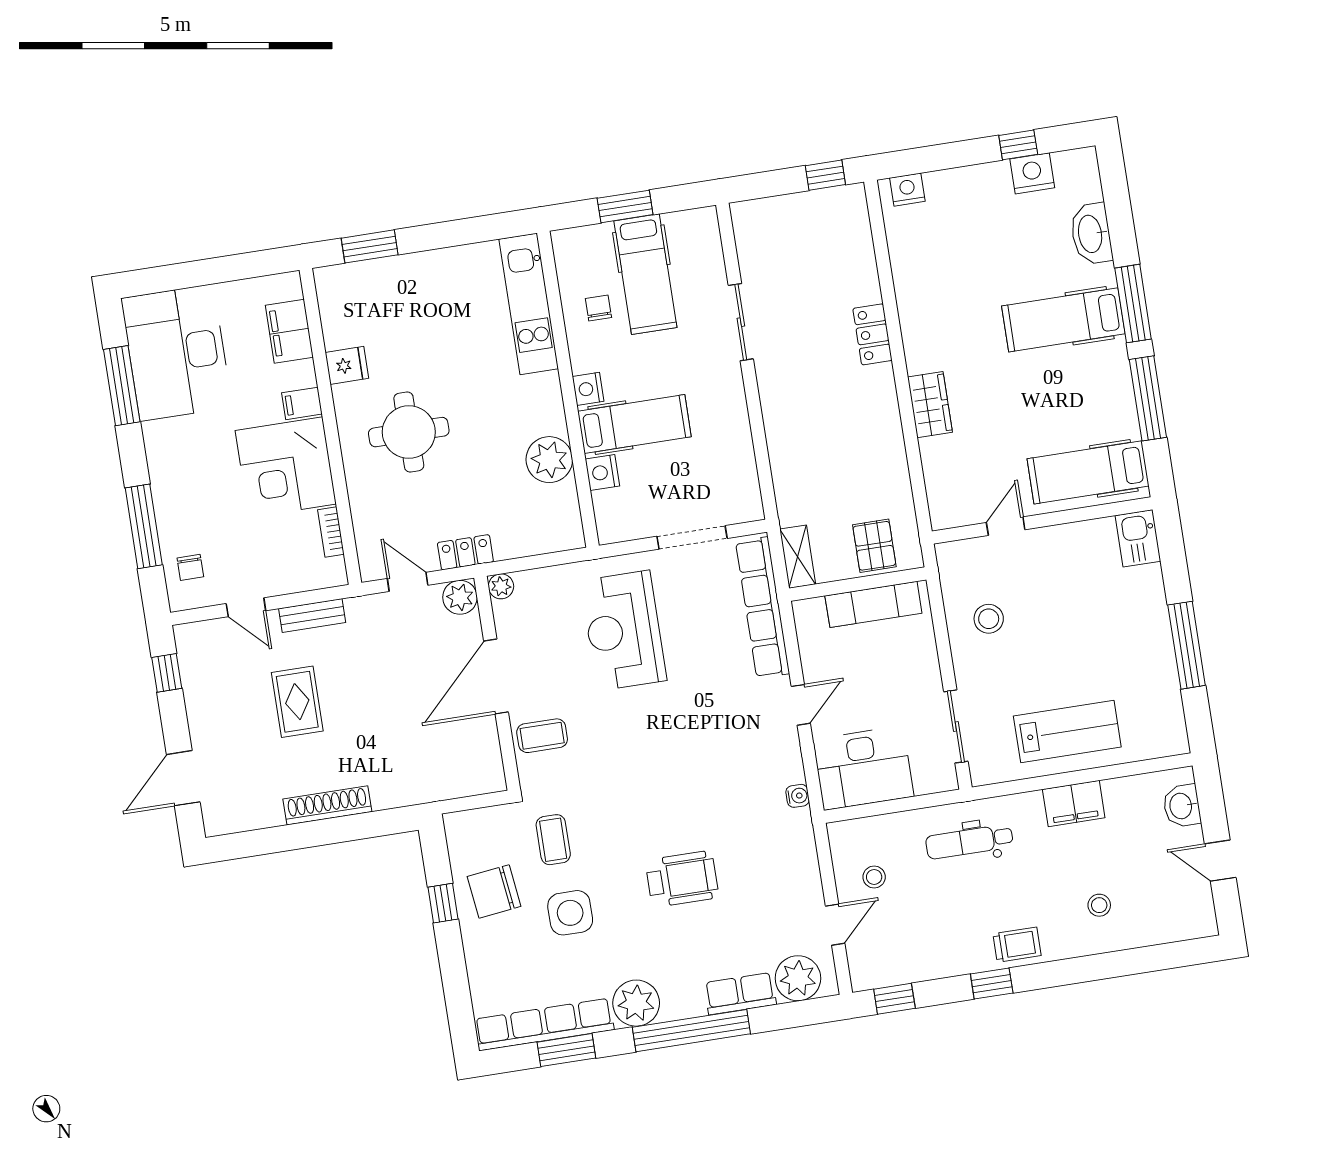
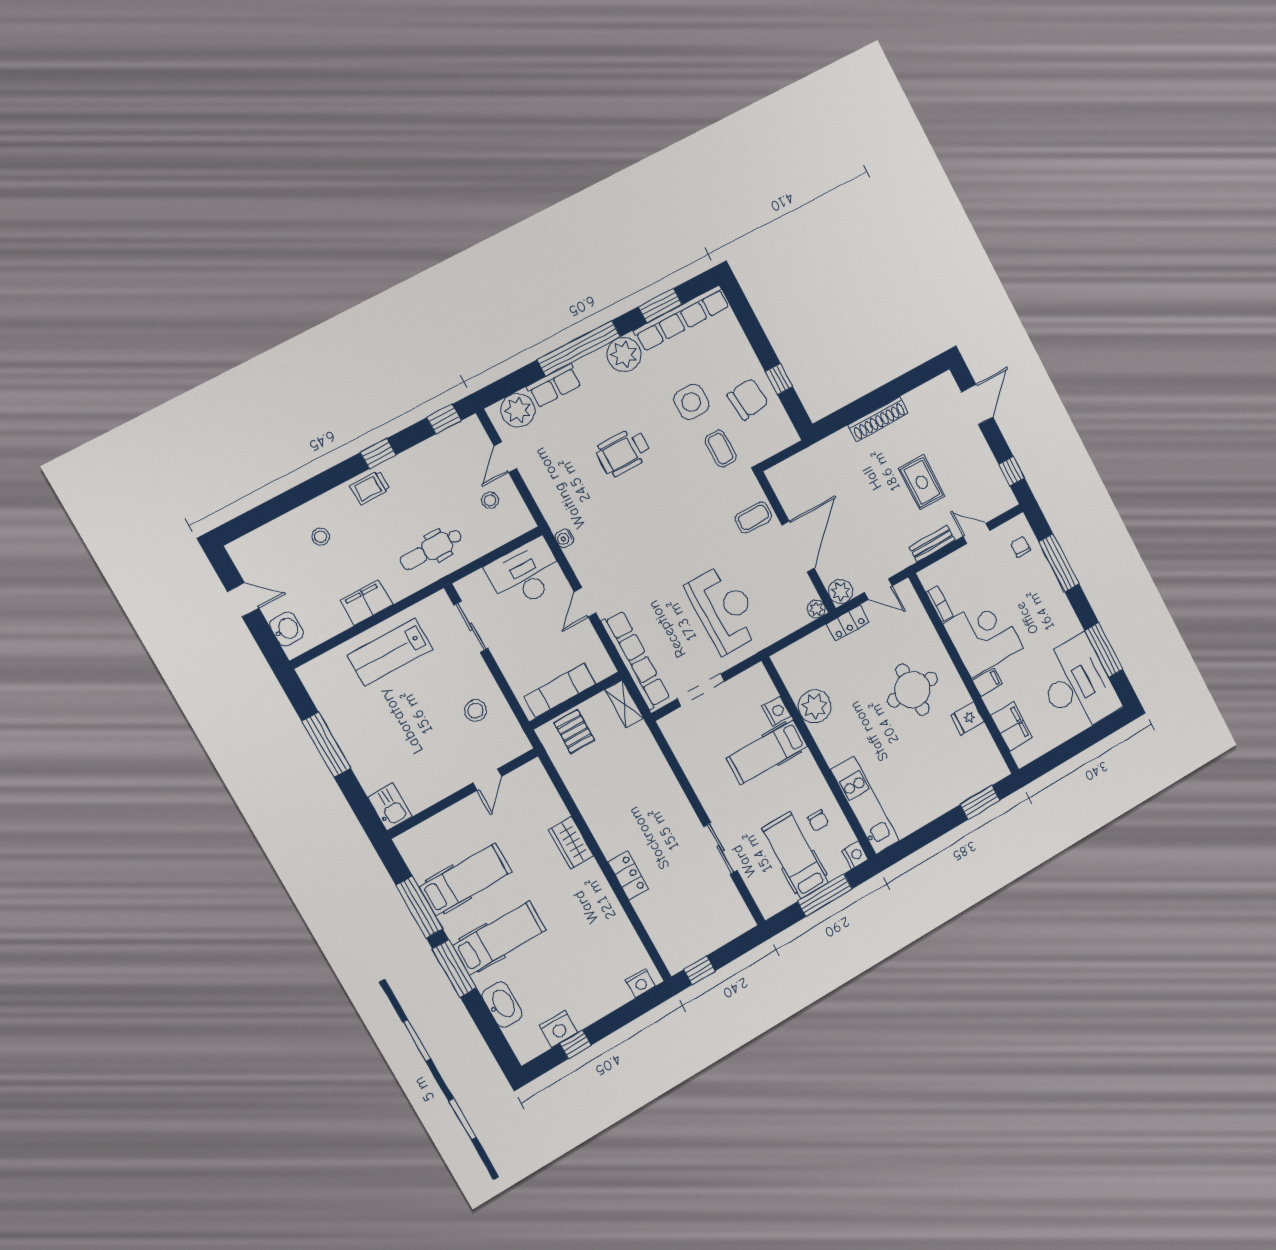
window: (625, 206) -> (825, 895), width x1.44
nightstand: (588, 389) -> (855, 855), moved
hospital bed: (1088, 472) -> (466, 879), moved
dental chair: (969, 842) -> (431, 549), turned 180

